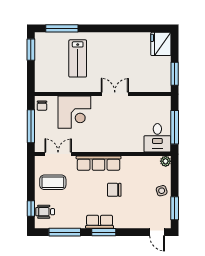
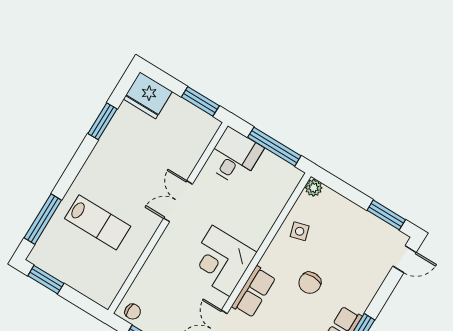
window: (133, 28) -> (102, 121), added
corner desk: (74, 112) -> (221, 261), moved, turned 180
desk: (157, 138) -> (234, 156), moved, turned -90
row of seats: (99, 163) -> (254, 292), width x0.68
side table: (162, 191) -> (300, 231), moved

